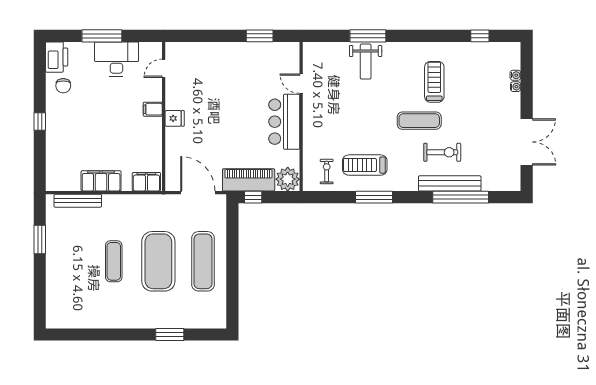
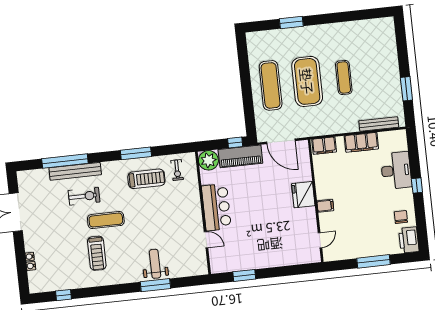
desk: (116, 59) -> (396, 170), moved, turned -90
fridge: (175, 118) -> (303, 195), width x1.88, depth x1.34
exercise bike: (442, 152) -> (84, 196), turned 180

